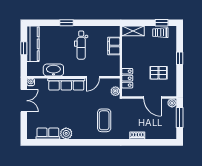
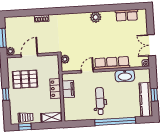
window: (66, 23) -> (115, 121), width x3.17
filing cabinet: (114, 46) -> (68, 89), moved
pallet: (159, 73) -> (25, 79), width x1.50, depth x1.42
locker: (127, 78) -> (55, 89), moved
door: (152, 97) -> (29, 55), hinge flipped
coffee table: (104, 120) -> (74, 31), removed
plant: (66, 133) -> (96, 17), moved

